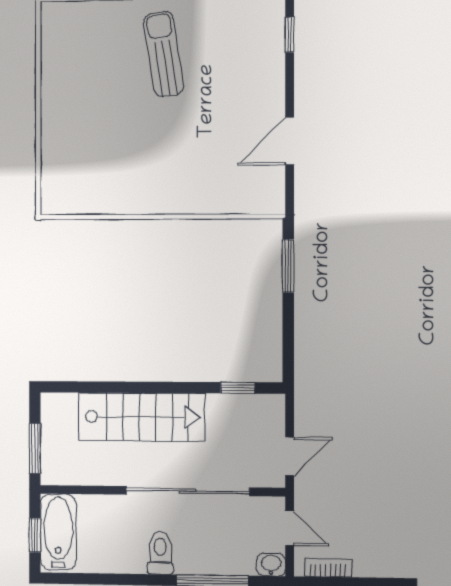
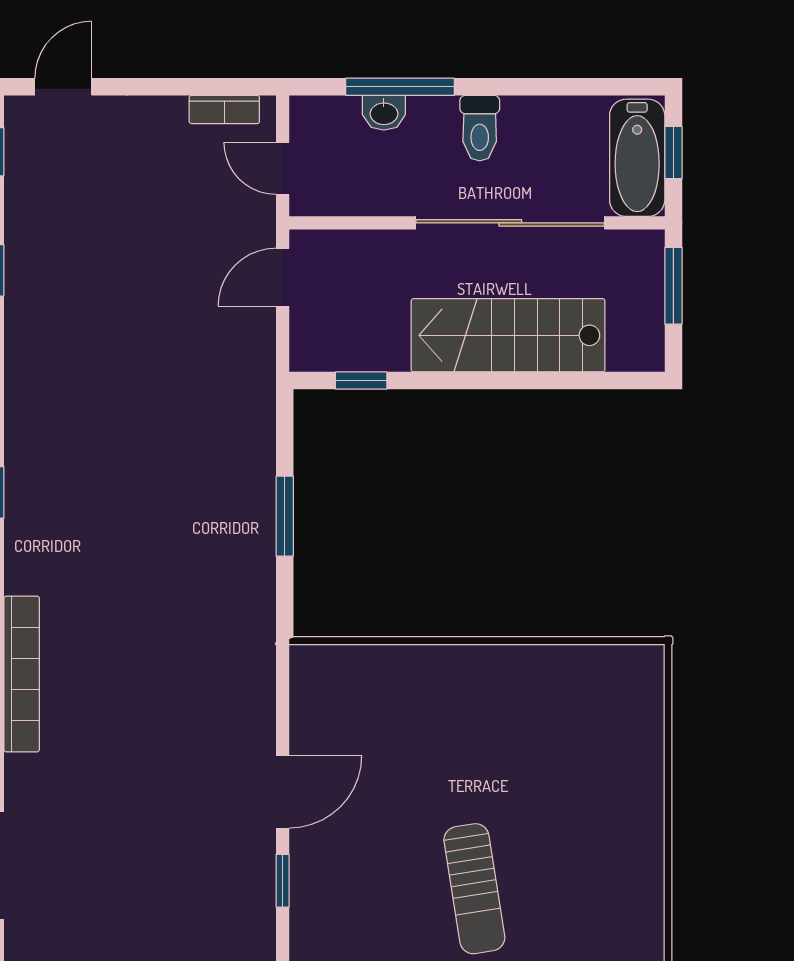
window: (290, 35) -> (283, 881), moved
door: (290, 141) -> (283, 792), moved
window: (288, 266) -> (285, 516), moved
sliding door: (188, 491) -> (510, 223), moved
washbasin: (271, 565) -> (384, 113), moved

